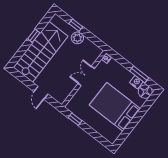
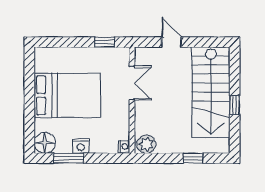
plant: (77, 38) -> (146, 144), moved
double door: (86, 76) -> (132, 83), moved
nightstand: (136, 82) -> (81, 146), moved

